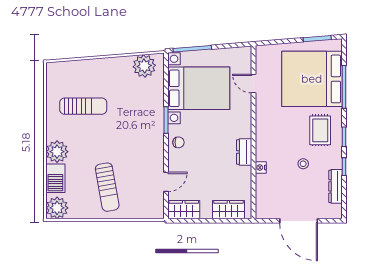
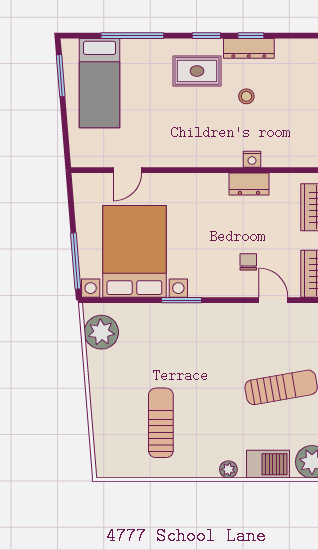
bed: (312, 79) -> (100, 83), width x0.49
chair: (178, 142) -> (248, 262), moved
plant: (57, 152) -> (228, 469), width x0.53, depth x0.53
dresser: (244, 152) -> (249, 184), moved
dresser: (335, 186) -> (249, 48), moved

